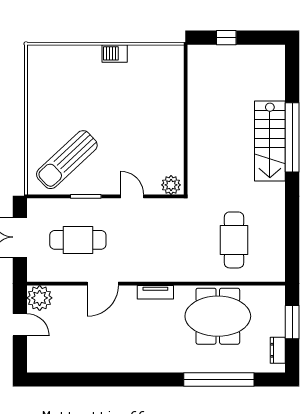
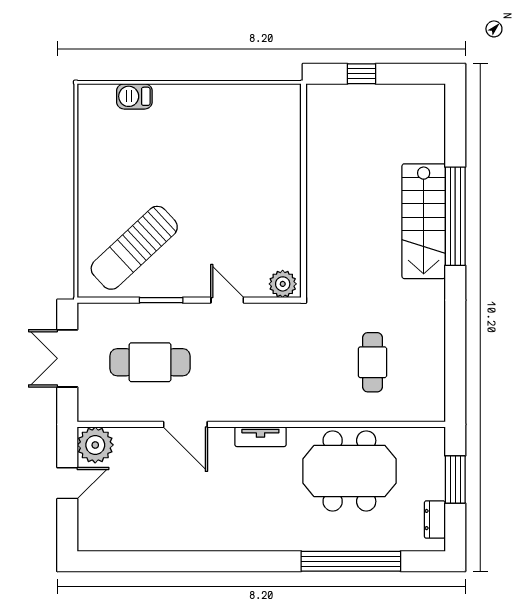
barbecue: (115, 53) -> (134, 96), moved
cafe table: (234, 240) -> (372, 362), width x0.73, depth x0.74
door: (103, 284) -> (185, 424), hinge flipped
door: (20, 325) -> (67, 483), hinge flipped

